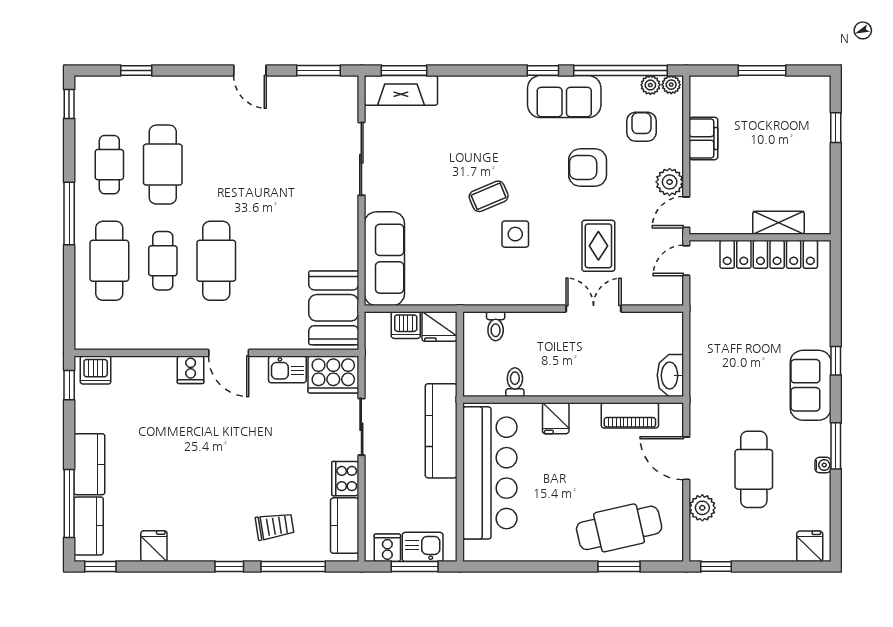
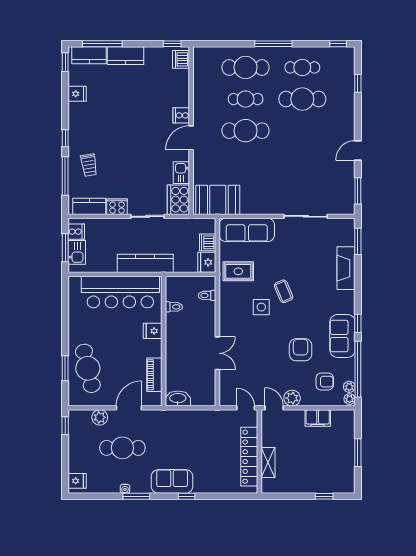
fireplace: (401, 90) -> (346, 268), moved
rug: (598, 246) -> (238, 271), moved

